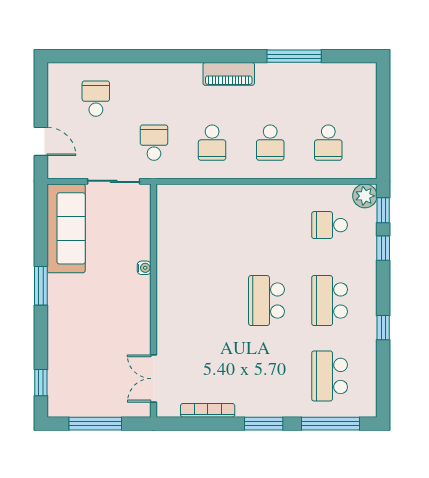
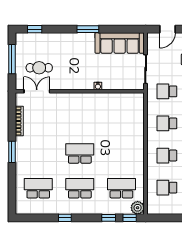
school desk: (154, 143) -> (167, 91), turned 180
school desk: (330, 225) -> (121, 188), width x1.85
cafe table: (111, 374) -> (39, 68), added
window: (331, 424) -> (12, 189), removed

